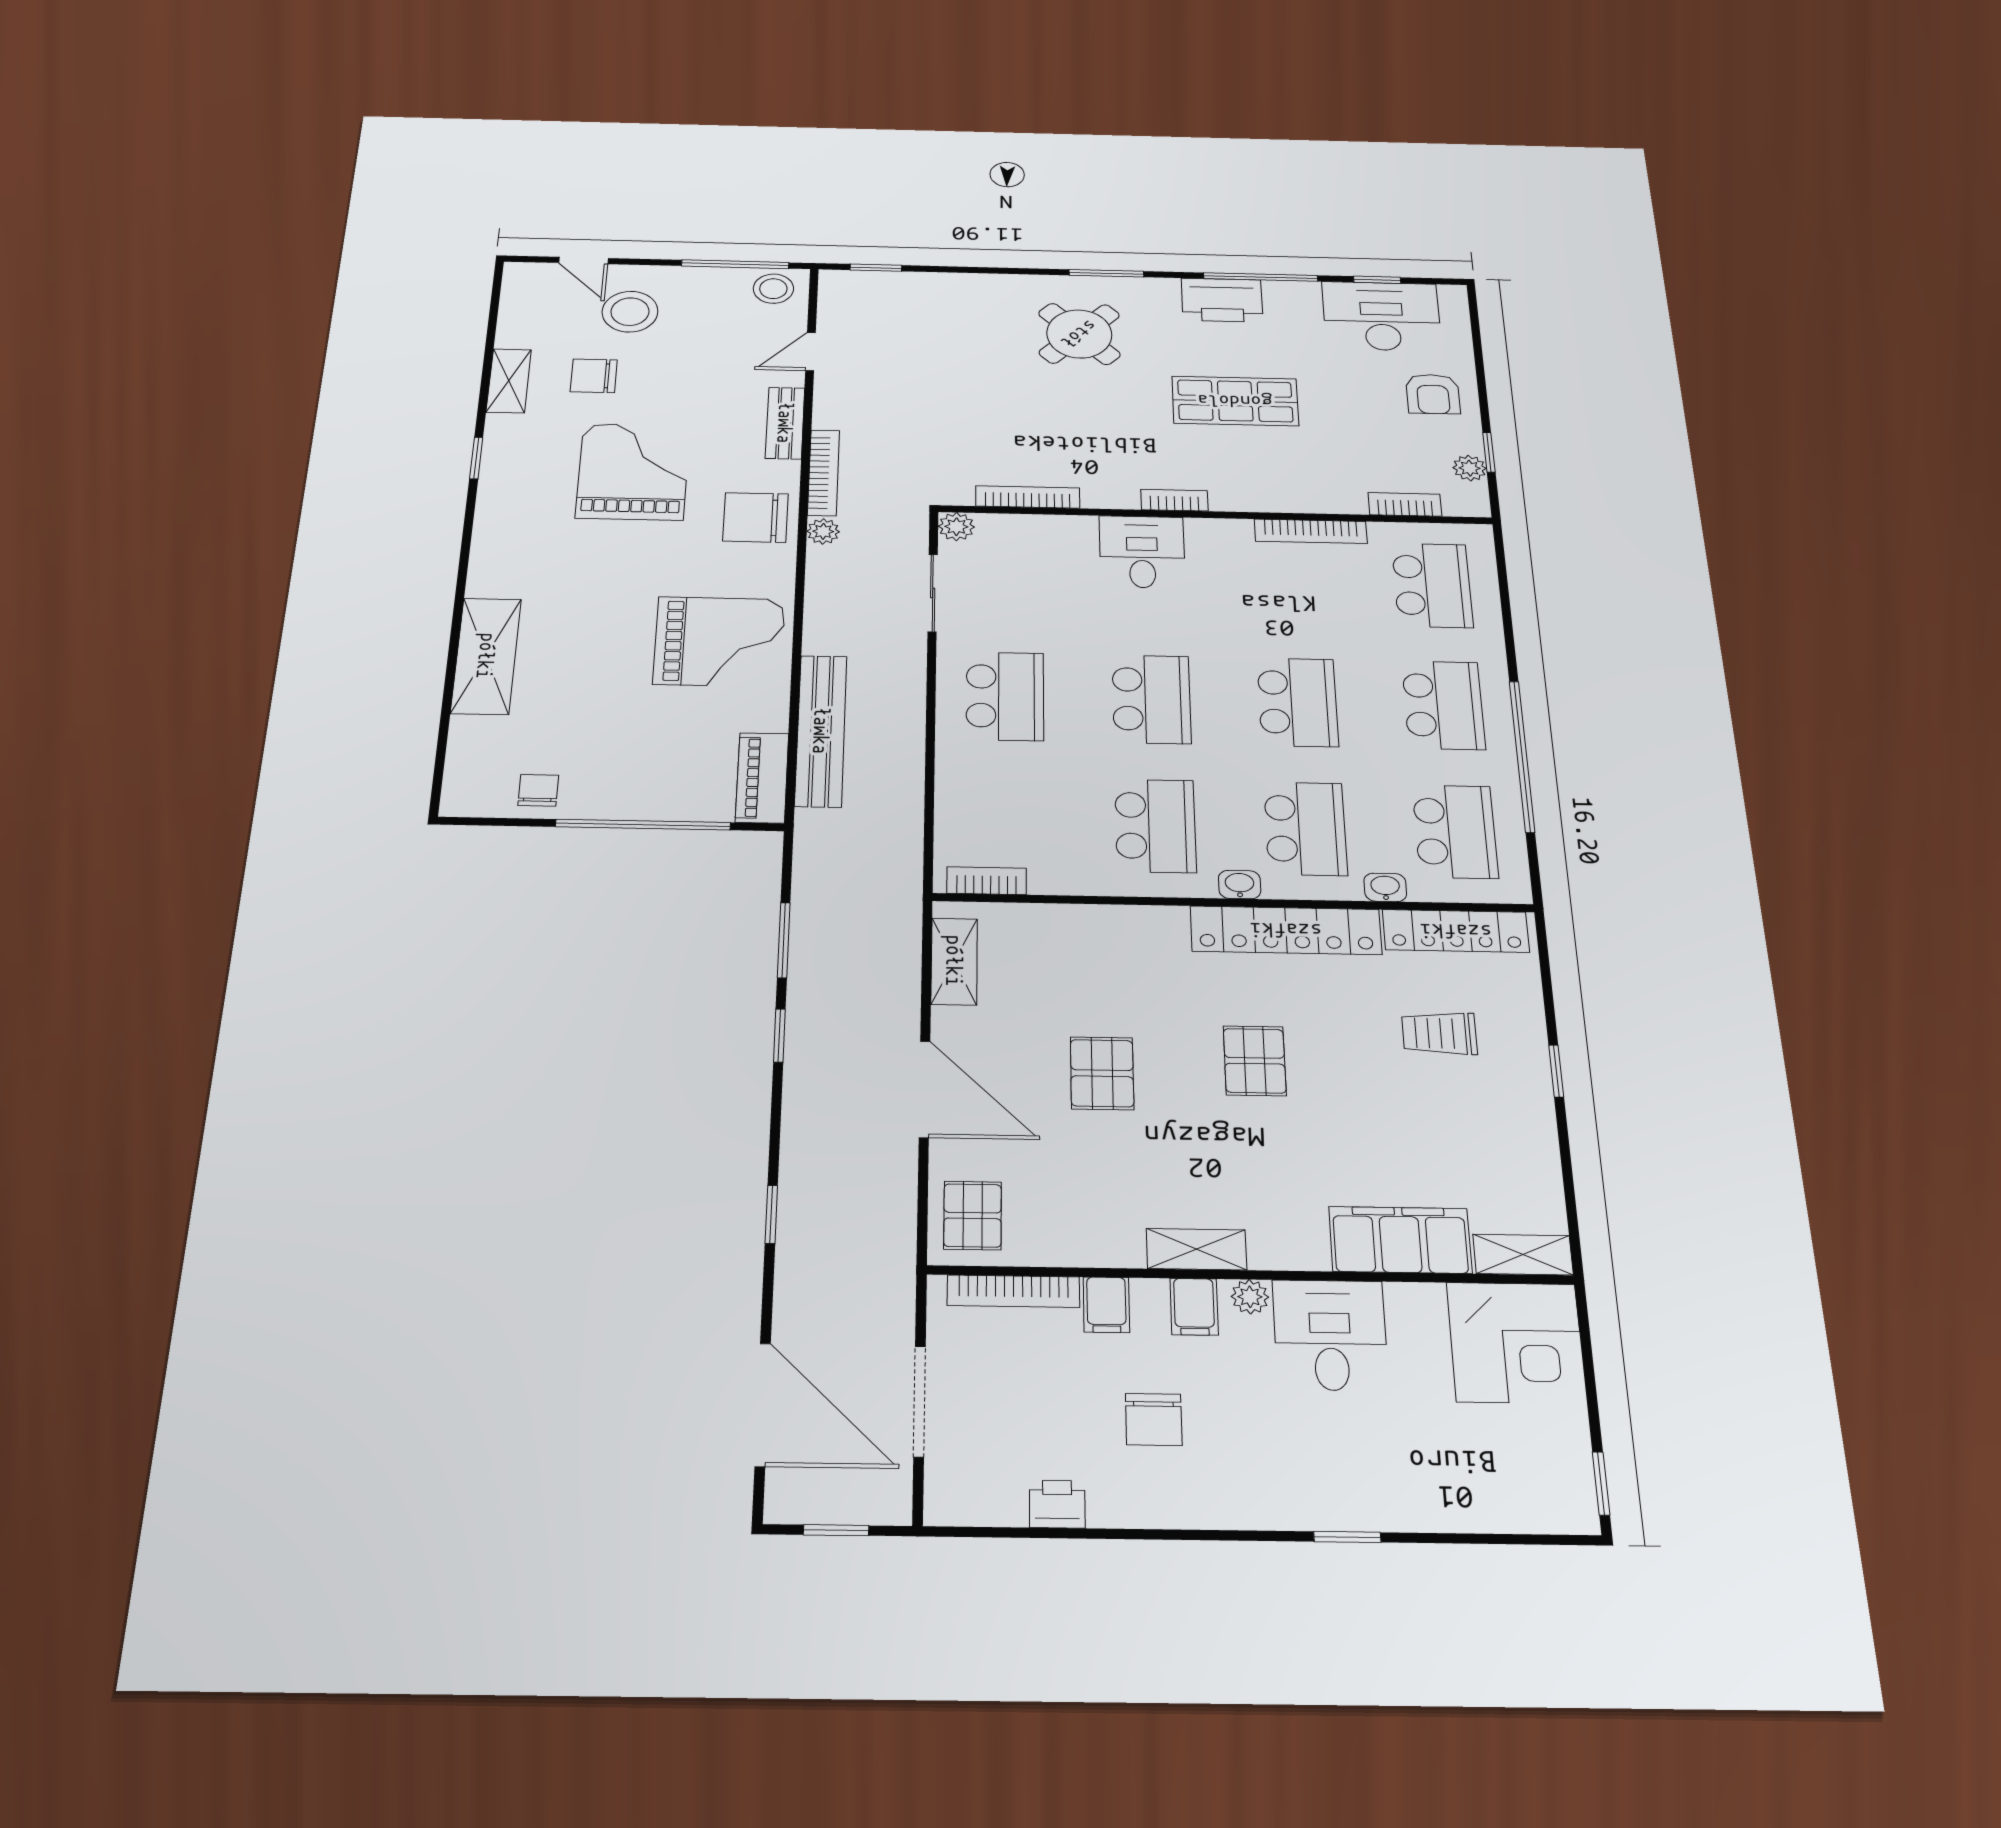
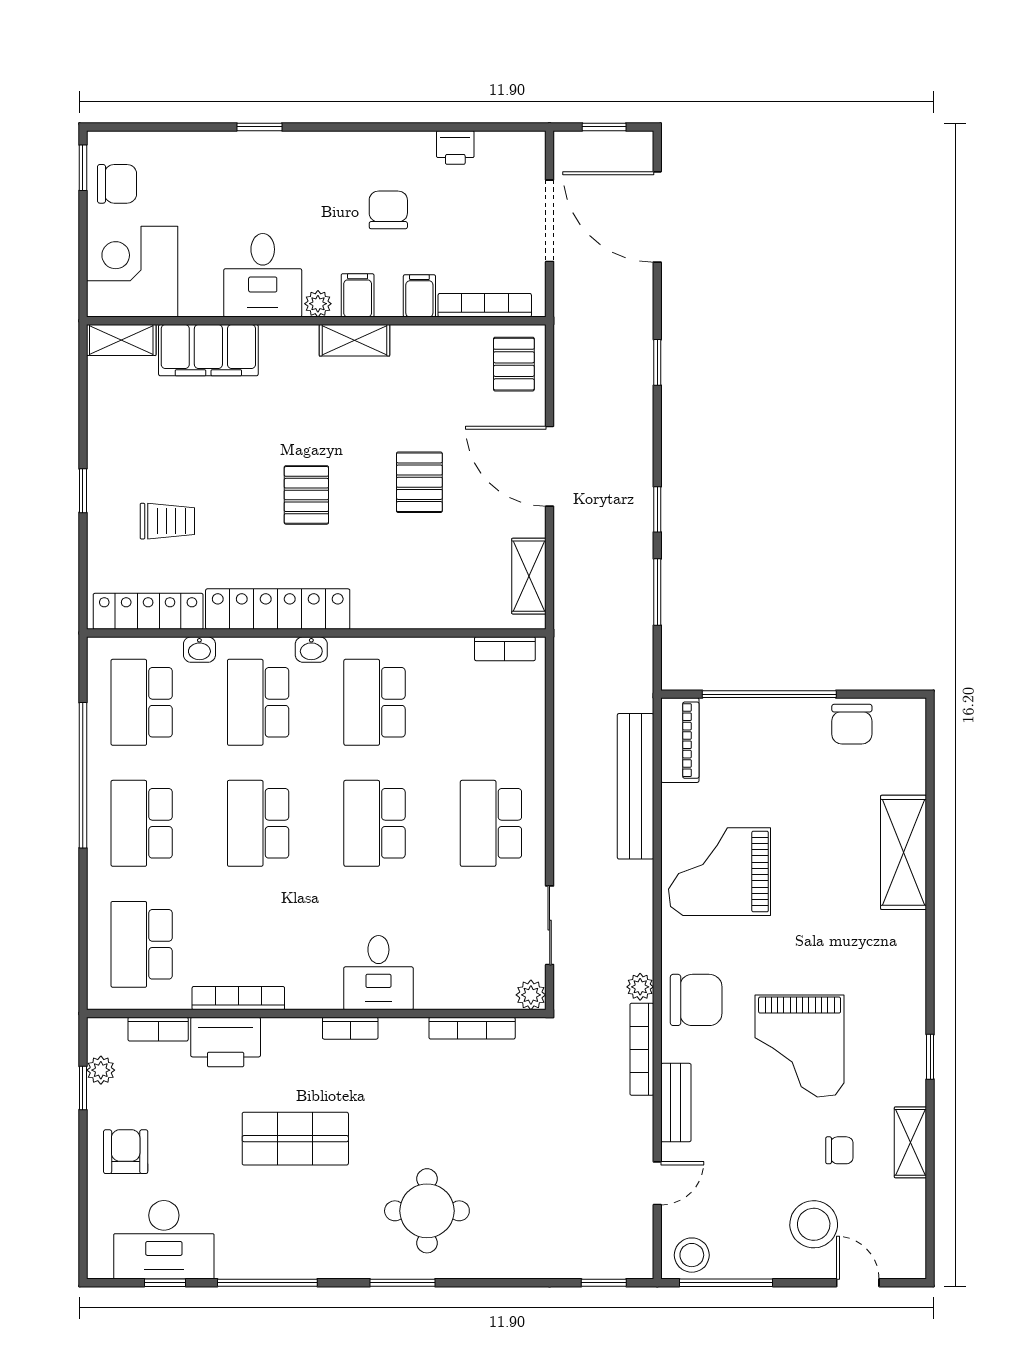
printer: (1222, 300) -> (226, 1042), moved, turned 180
round table: (1079, 334) -> (427, 1211), turned 45
chair: (594, 376) -> (839, 1150), width x0.73, depth x0.73
chair: (538, 790) -> (852, 724), width x1.37, depth x1.37
chair: (1549, 1461) -> (117, 184), added

